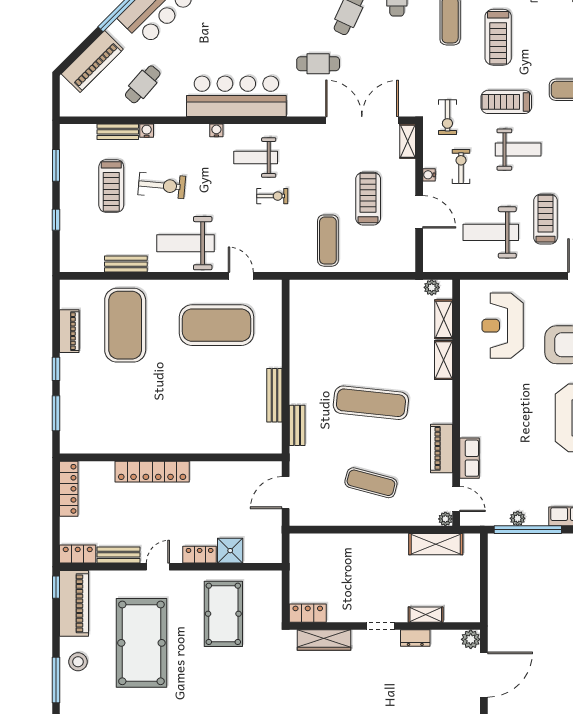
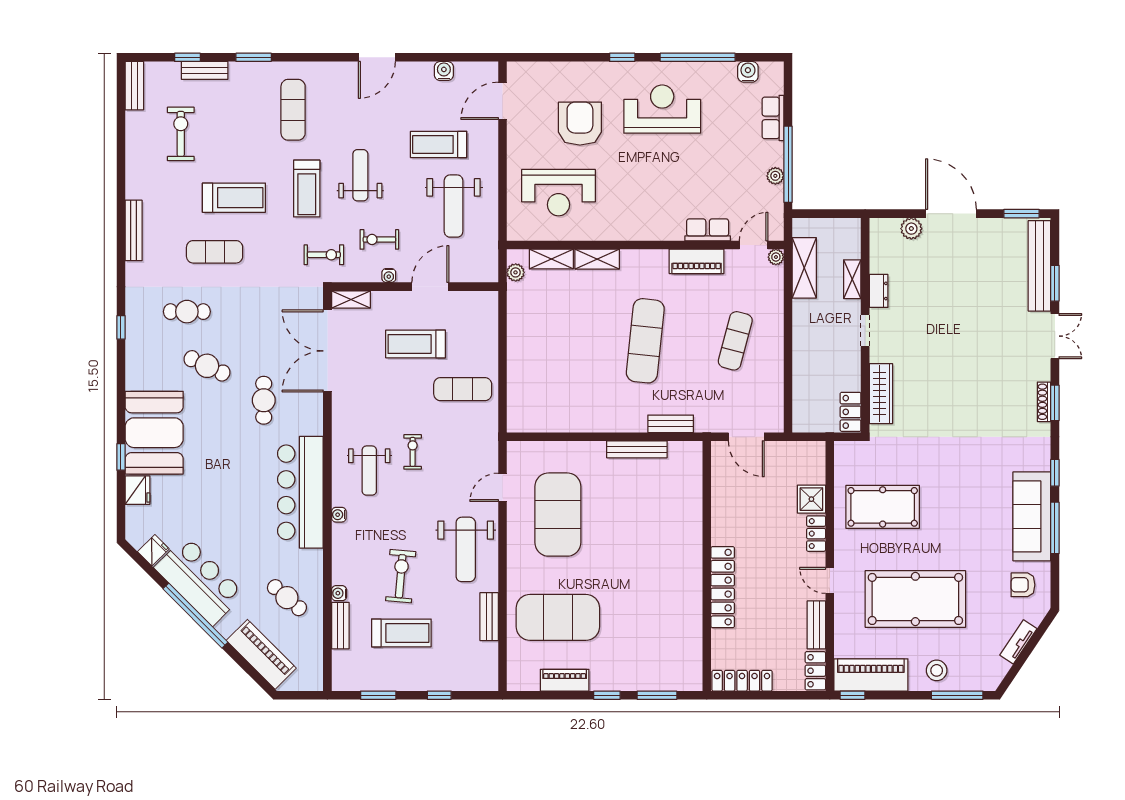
locker: (308, 613) -> (851, 412), moved
shelving: (426, 615) -> (852, 279), moved
doorway: (380, 626) -> (865, 331), moved
wall: (385, 626) -> (865, 325), moved
dresser: (415, 638) -> (879, 291), moved
wardrobe: (324, 640) -> (881, 394), moved

